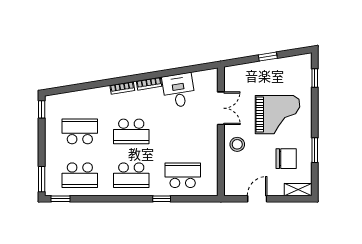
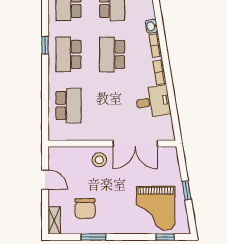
washbasin: (103, 92) -> (151, 26), added
double door: (221, 108) -> (135, 144), width x1.37
grand piano: (278, 115) -> (156, 208), moved
window: (162, 199) -> (45, 45), moved

